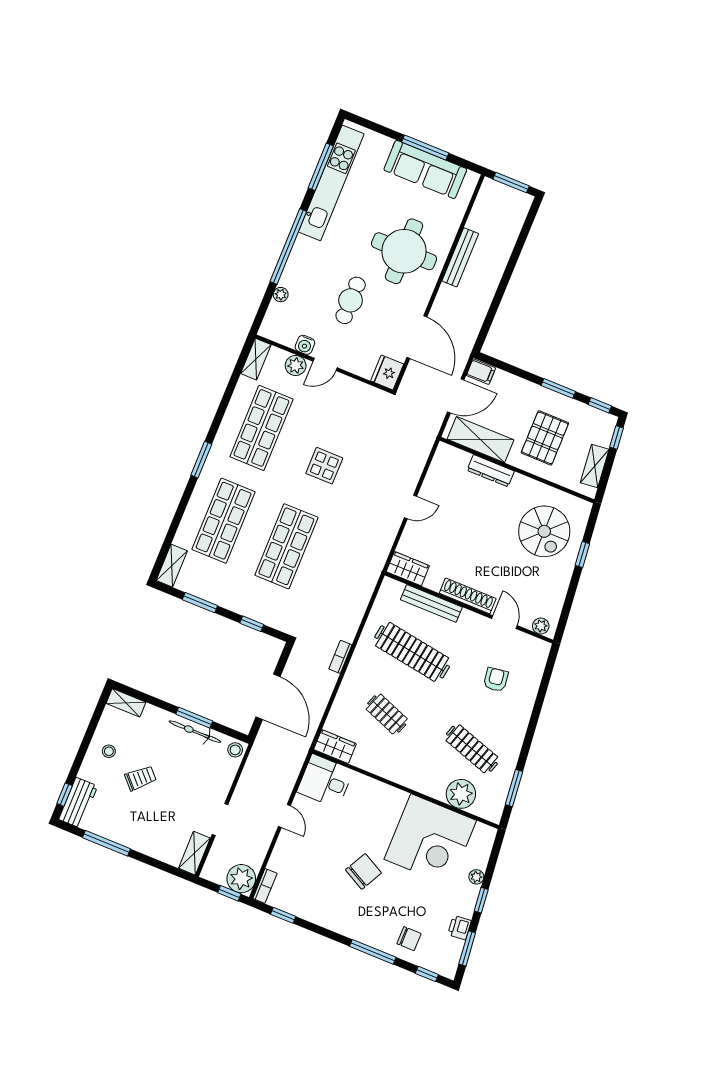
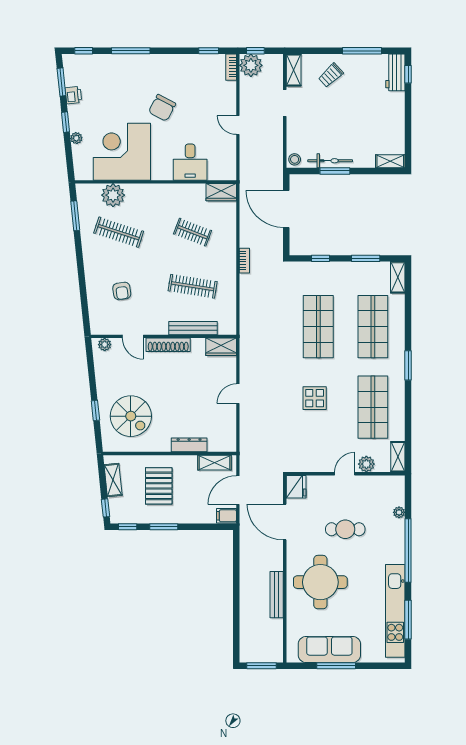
cafe table: (351, 300) -> (345, 529), turned 90
water cooler: (305, 345) -> (366, 482), removed
shelving: (481, 440) -> (214, 463), width x0.67, depth x0.75
spiral stairs: (544, 531) -> (131, 416), turned 180
clothes rail: (412, 652) -> (193, 286), width x0.73, depth x0.76
stool: (109, 751) -> (388, 120), removed
trolley: (140, 778) -> (331, 75), moved
desk: (325, 781) -> (190, 162), moved, turned 90
chair: (409, 939) -> (108, 72), removed

